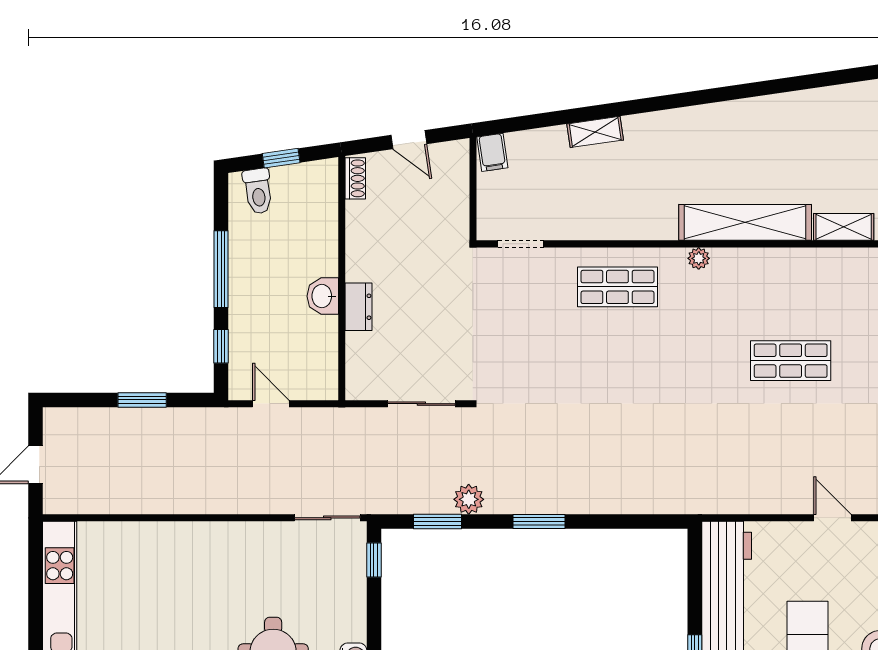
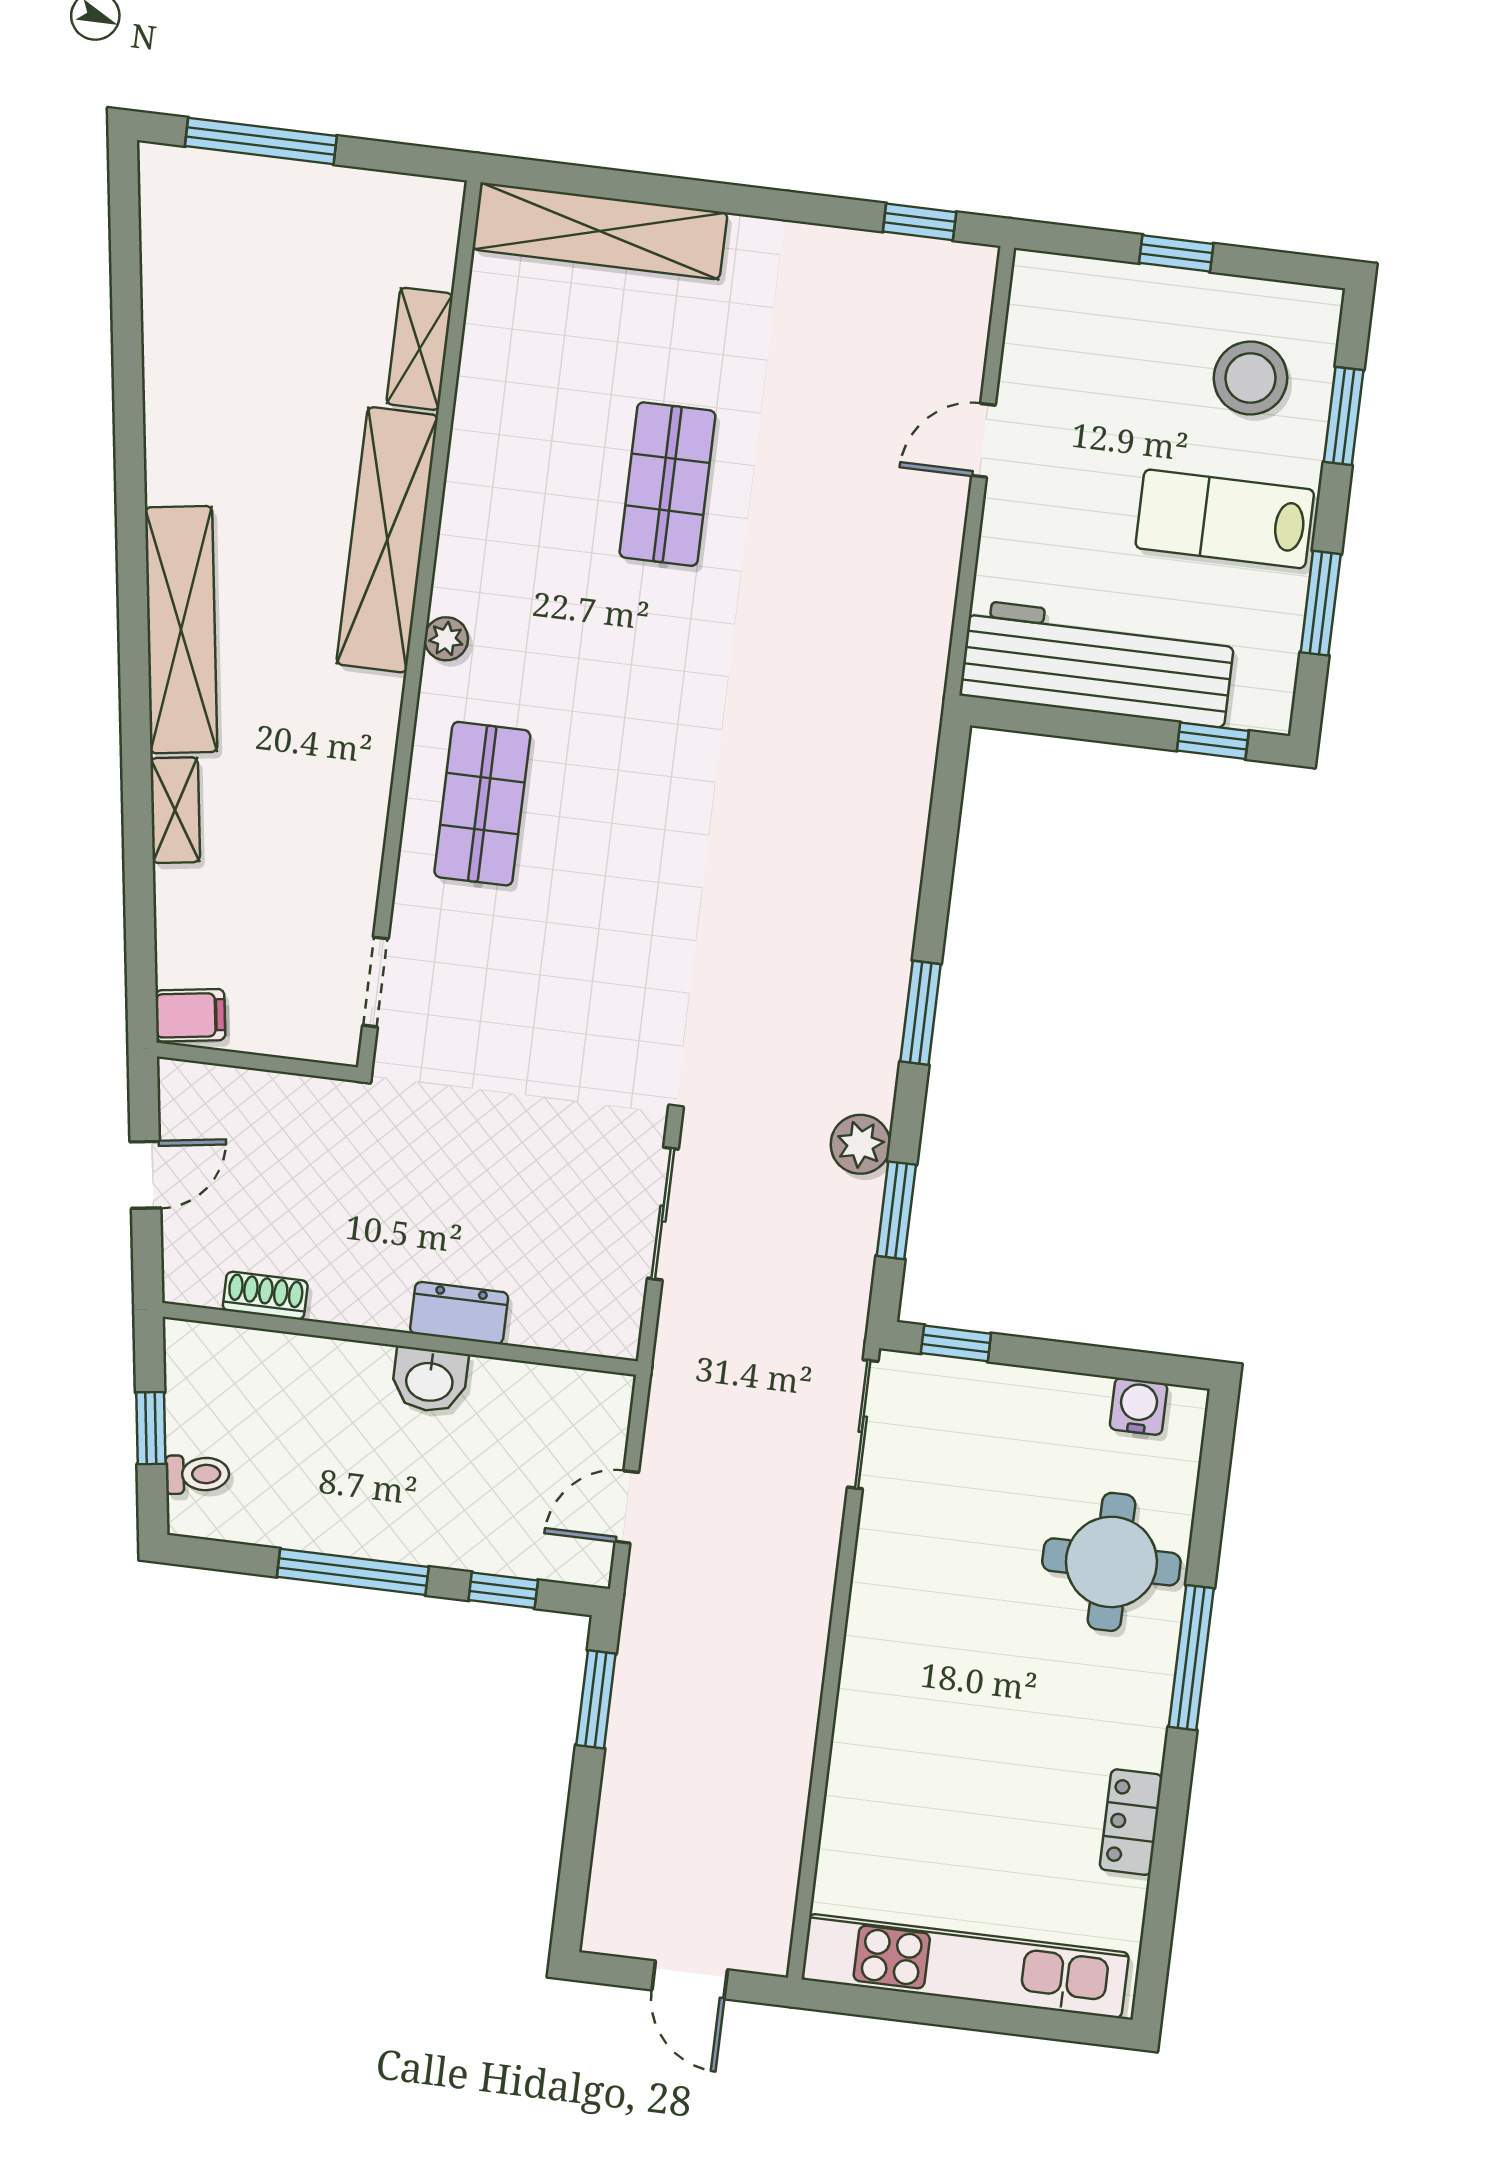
shelving: (687, 124) -> (181, 630), added
shoe rack: (355, 178) -> (265, 1296), moved
toilet: (258, 191) -> (197, 1474), width x0.73, depth x0.72
window: (142, 400) -> (596, 1699), moved

